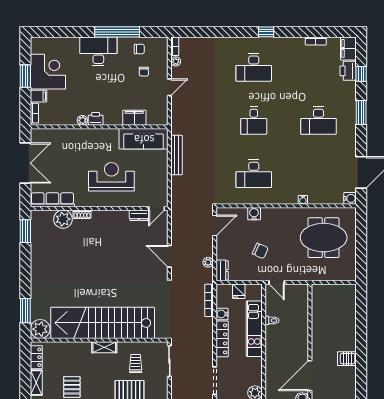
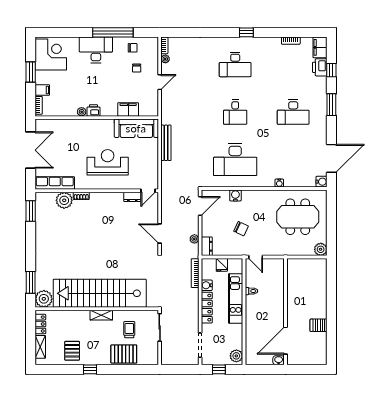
corner desk: (48, 72) -> (51, 54), moved
desk: (254, 174) -> (235, 160), width x1.36, depth x1.30
plant: (349, 274) -> (321, 249), added

